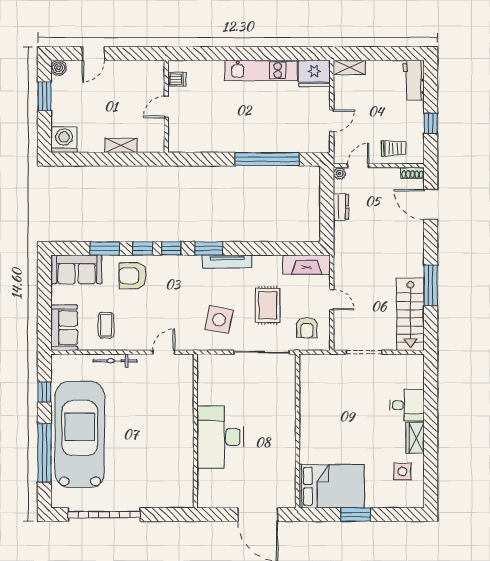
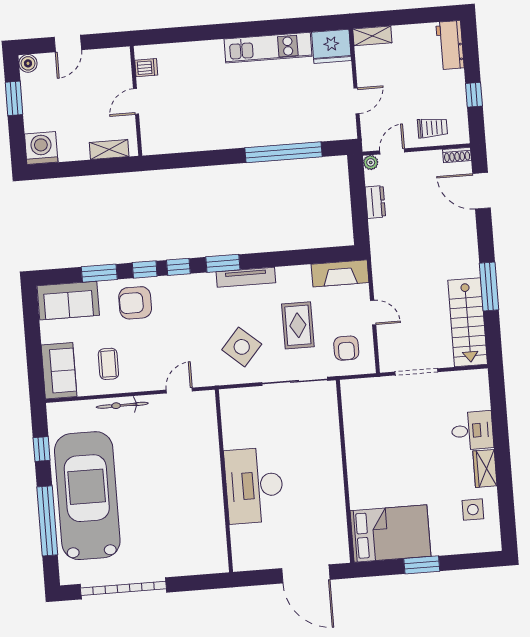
dishwasher: (177, 79) -> (146, 68), moved
wall: (166, 106) -> (136, 101), moved
door: (166, 107) -> (136, 101), moved
side table: (219, 320) -> (242, 347), turned 30

